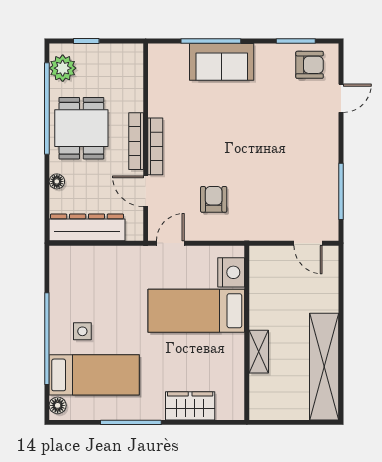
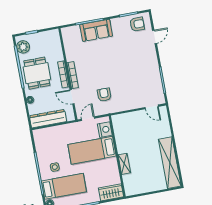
nightstand: (231, 272) -> (105, 130), moved
bed: (196, 311) -> (92, 150), moved
wall: (247, 333) -> (117, 156), moved
shelving: (259, 352) -> (124, 164), moved

